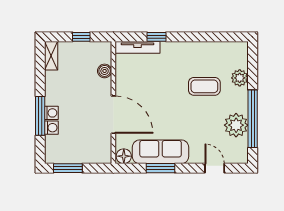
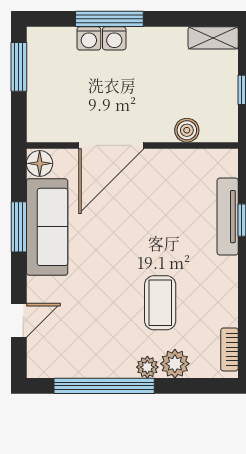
bookcase: (231, 46) -> (229, 349), added
tv unit: (137, 47) -> (228, 217), moved
plant: (236, 125) -> (147, 367), moved, width x0.53, depth x0.53

